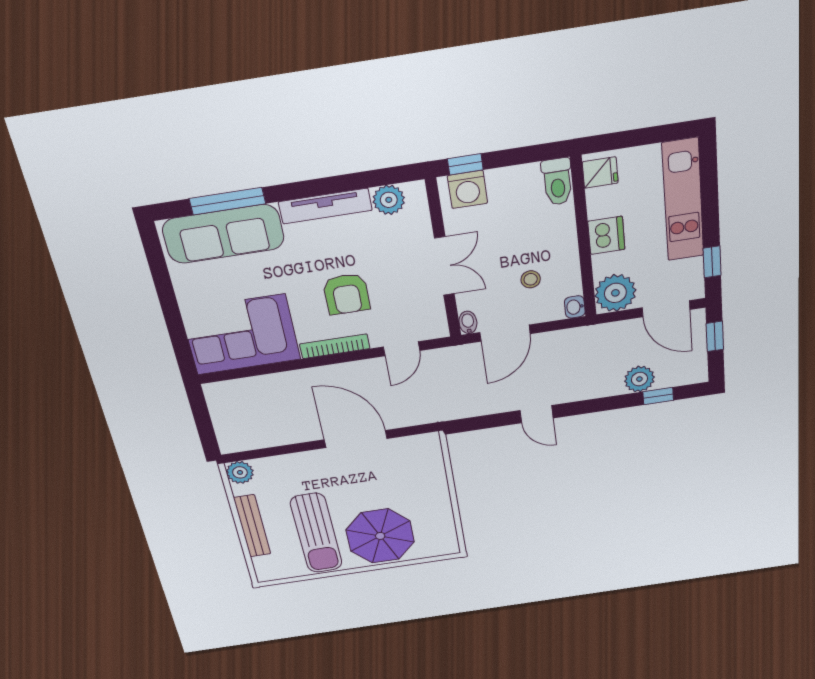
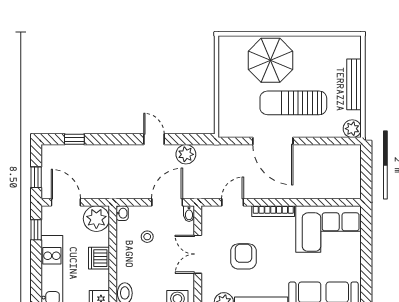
armchair: (346, 294) -> (243, 256), moved
plant: (639, 379) -> (186, 154), moved
sun lounger: (316, 533) -> (293, 103), moved, turned -89

